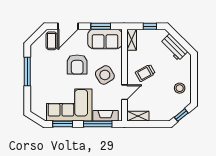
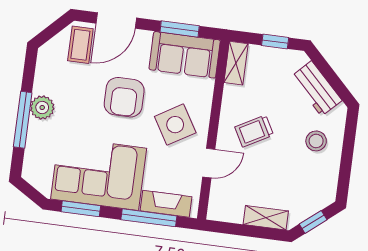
window: (27, 71) -> (23, 120), moved
plant: (36, 75) -> (42, 107), added
stool: (180, 88) -> (316, 141), moved
shelving: (138, 116) -> (266, 218), moved

